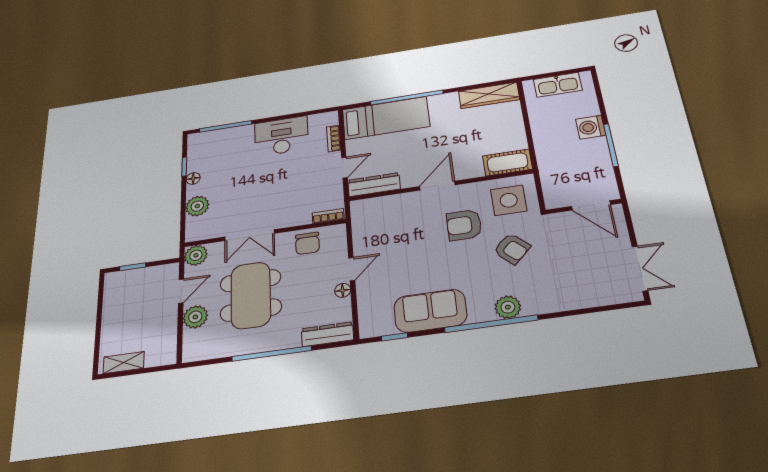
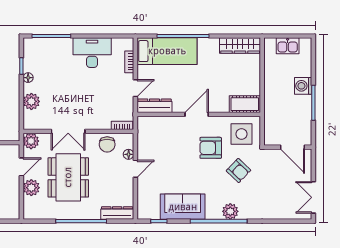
kitchen sink: (558, 85) -> (288, 46), width x0.73
double door: (640, 268) -> (313, 197), swing flipped
floor lamp: (343, 290) -> (129, 154), moved

